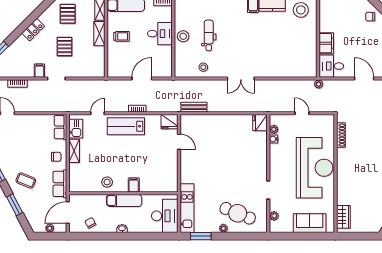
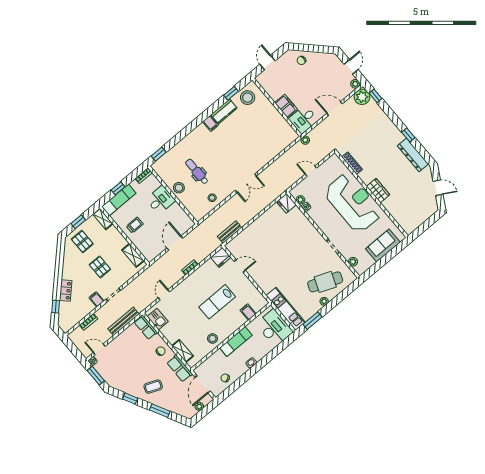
locker: (33, 30) -> (66, 291), moved
shelving: (99, 34) -> (133, 255), moved
bench: (46, 107) -> (123, 321), added
lab bench: (126, 126) -> (217, 302), moved
shelving: (74, 151) -> (183, 351), moved
filing cabinet: (134, 185) -> (248, 312), moved
wardrobe: (343, 217) -> (378, 191), moved

